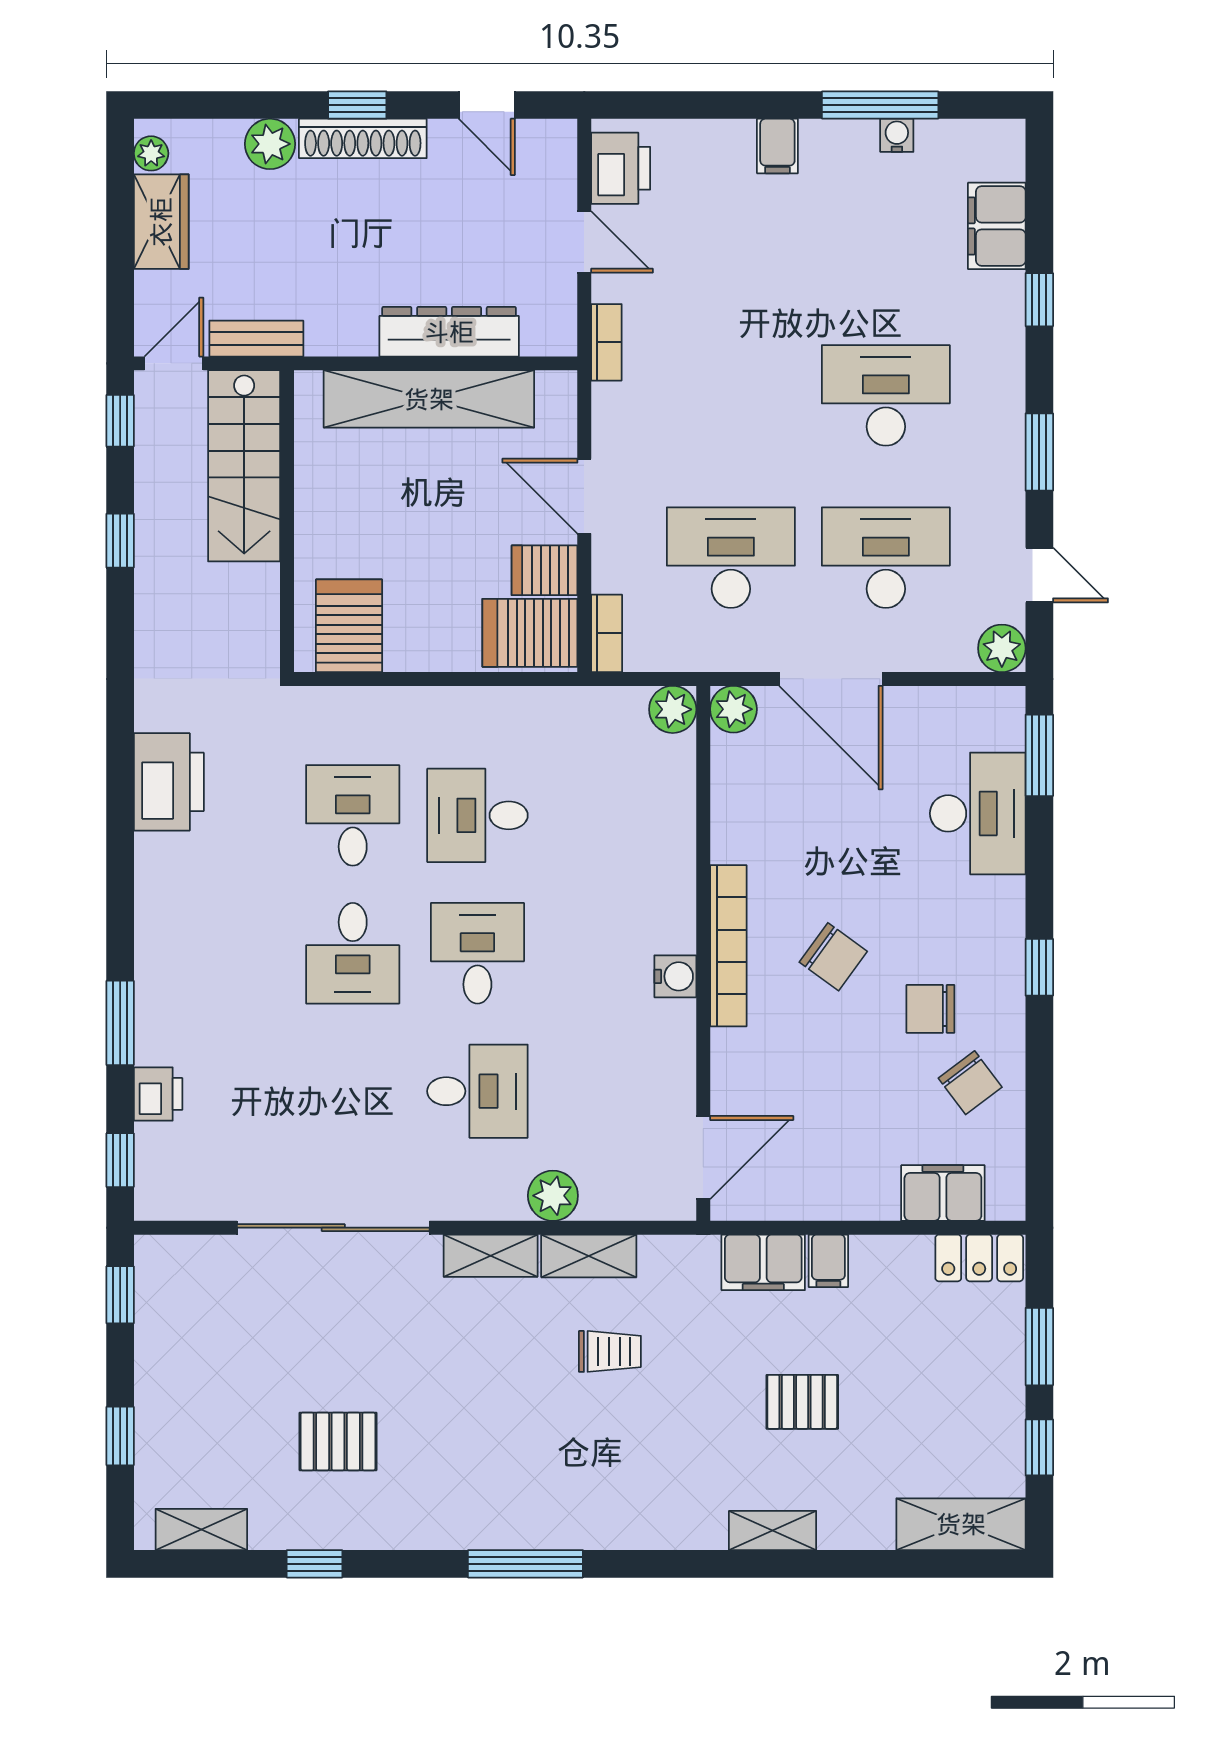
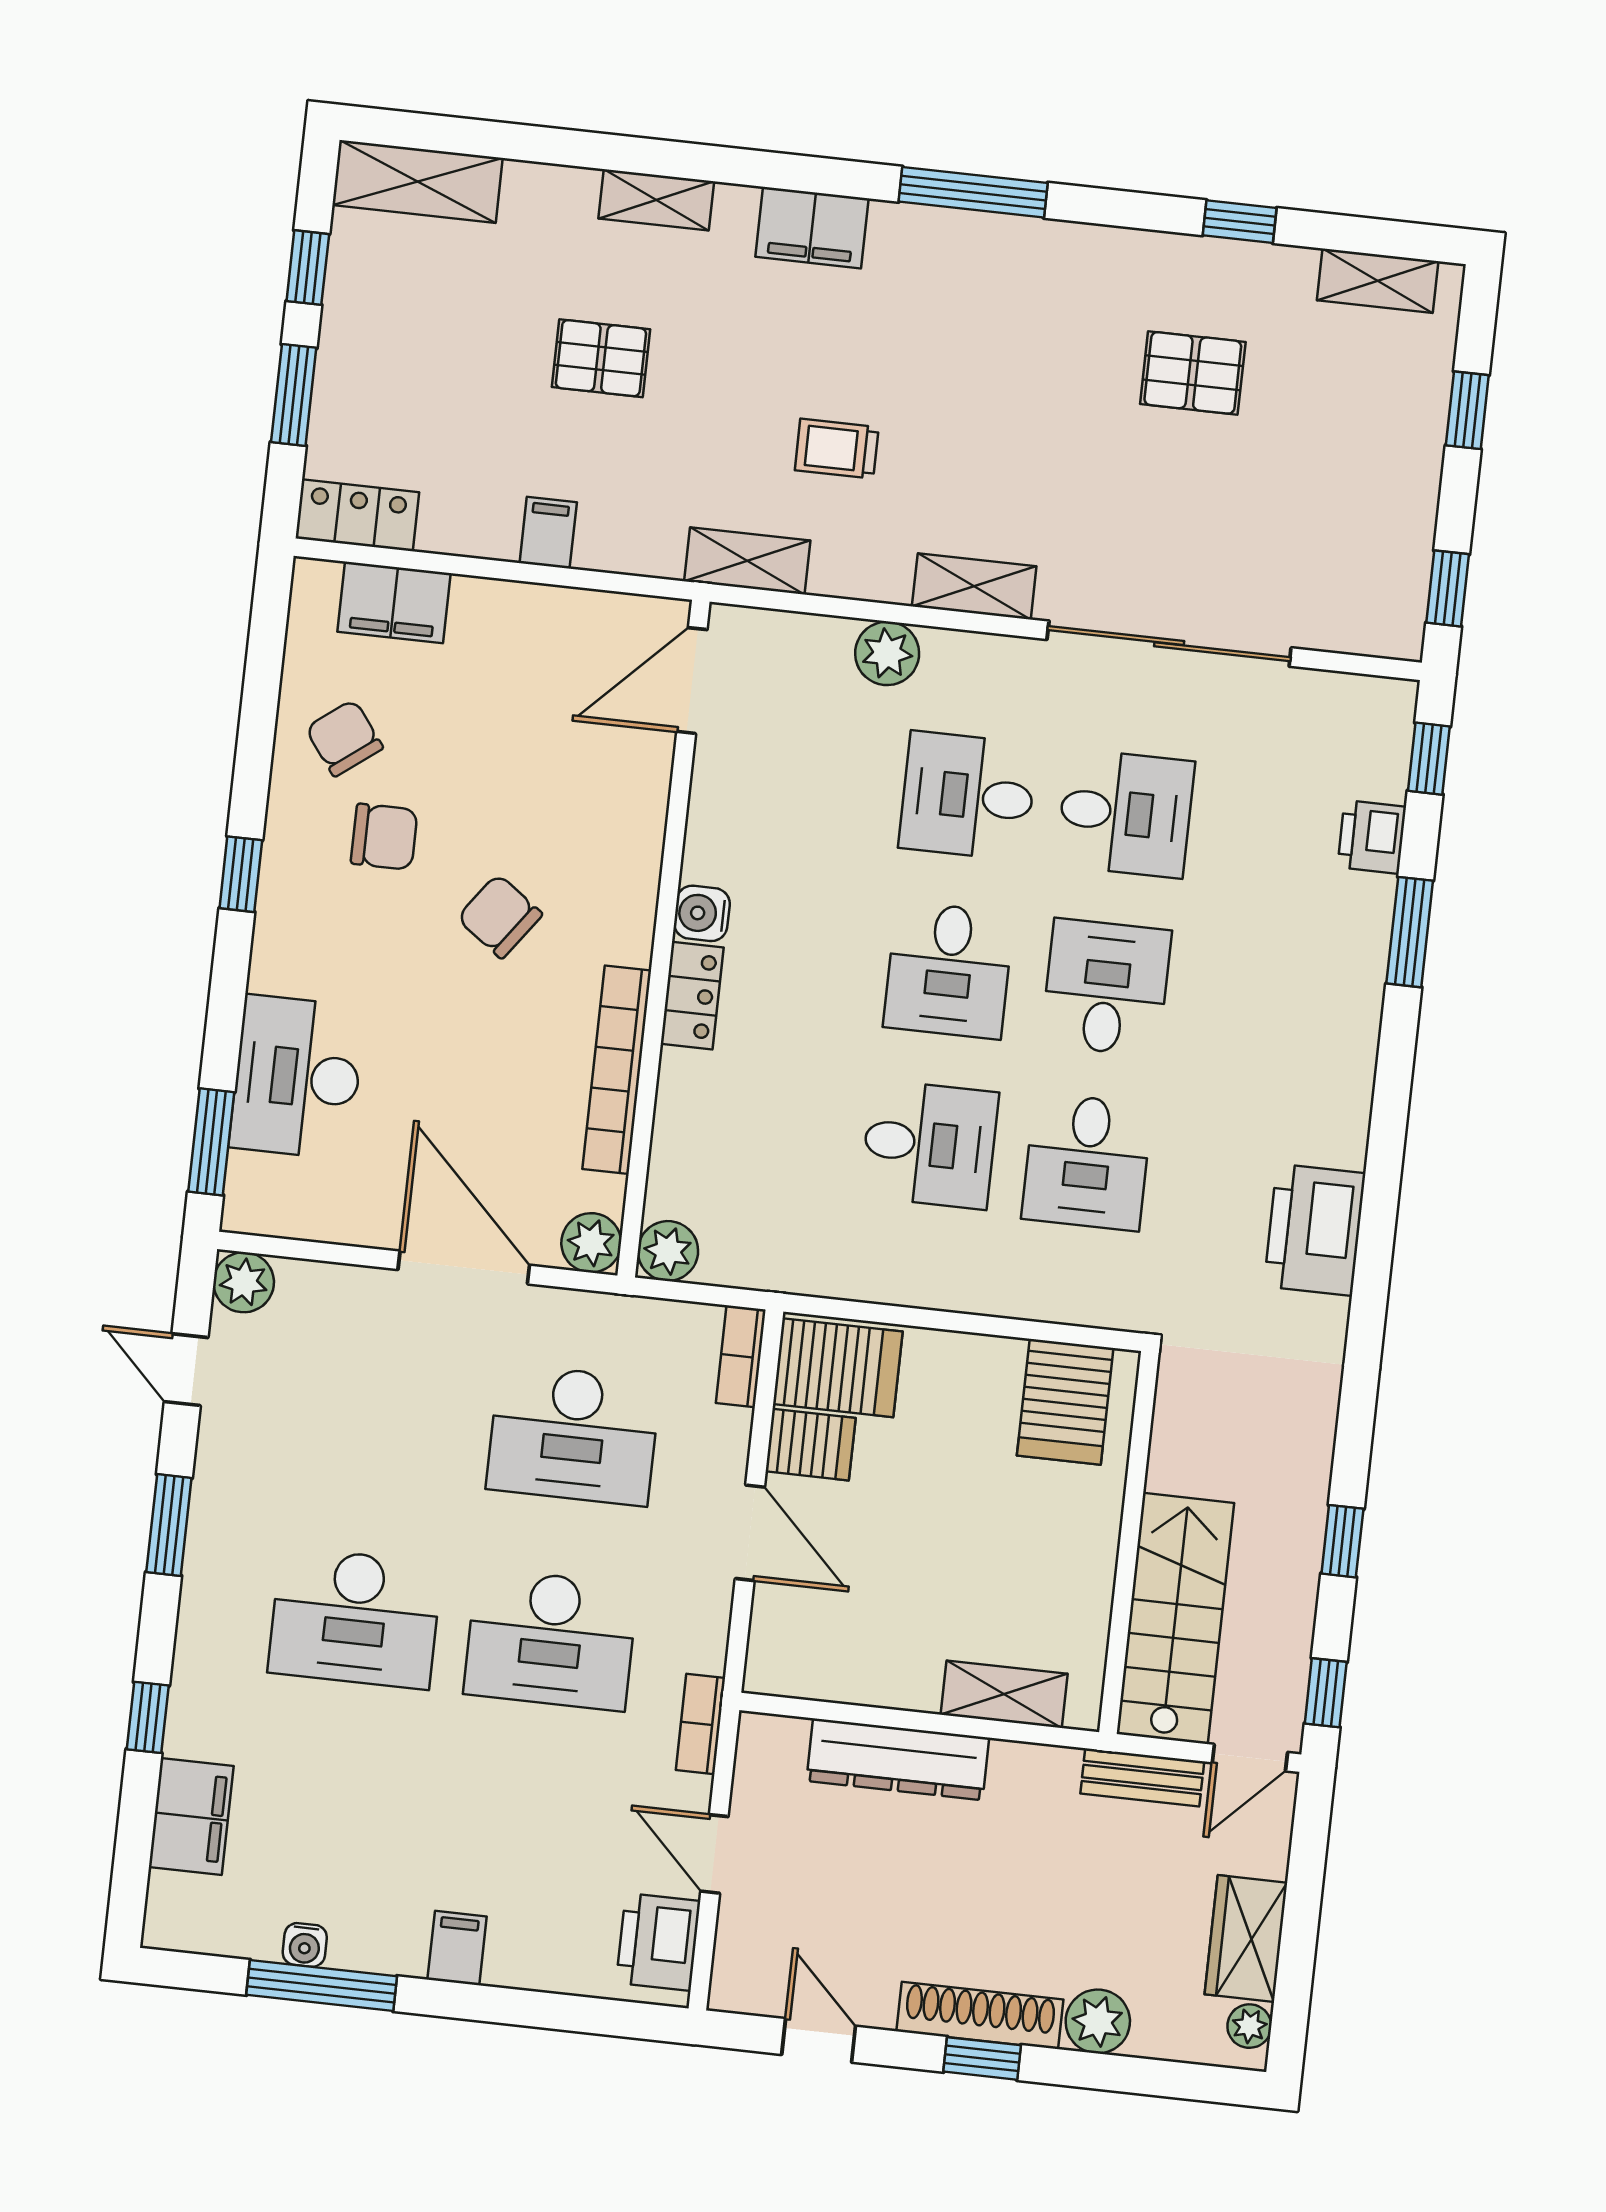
shelving: (429, 399) -> (1004, 1694), width x0.45, depth x0.75
desk: (886, 558) -> (551, 1640), moved
locker: (676, 911) -> (692, 996), added
bookcase: (728, 946) -> (617, 1070), moved
desk: (353, 1091) -> (1125, 813), added
shelving: (589, 1256) -> (747, 561), moved
filing cabinet: (763, 1262) -> (812, 228), moved, turned 180

